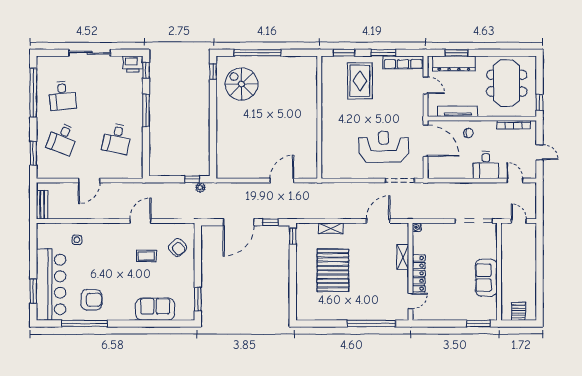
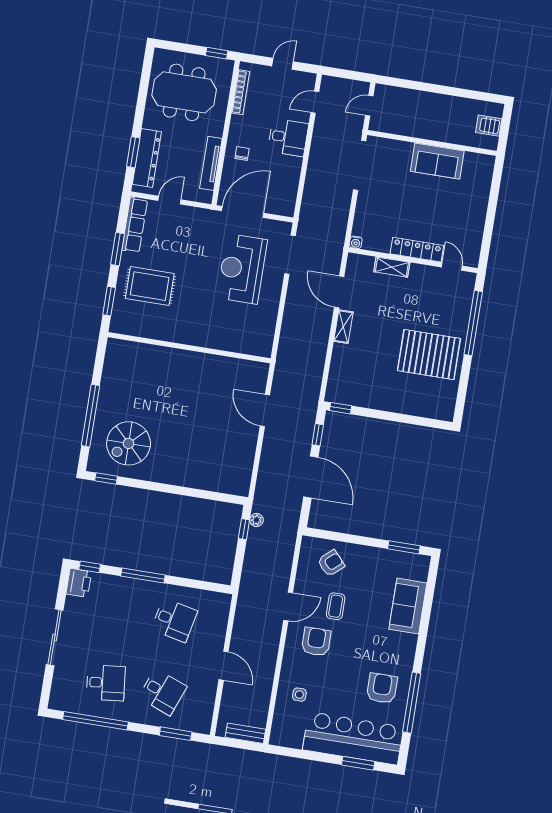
door: (140, 221) -> (288, 606), swing flipped
shelving: (331, 228) -> (343, 327), moved
armchair: (118, 246) -> (316, 642), added
pallet: (333, 270) -> (429, 355), moved
window: (478, 324) -> (496, 181), removed

